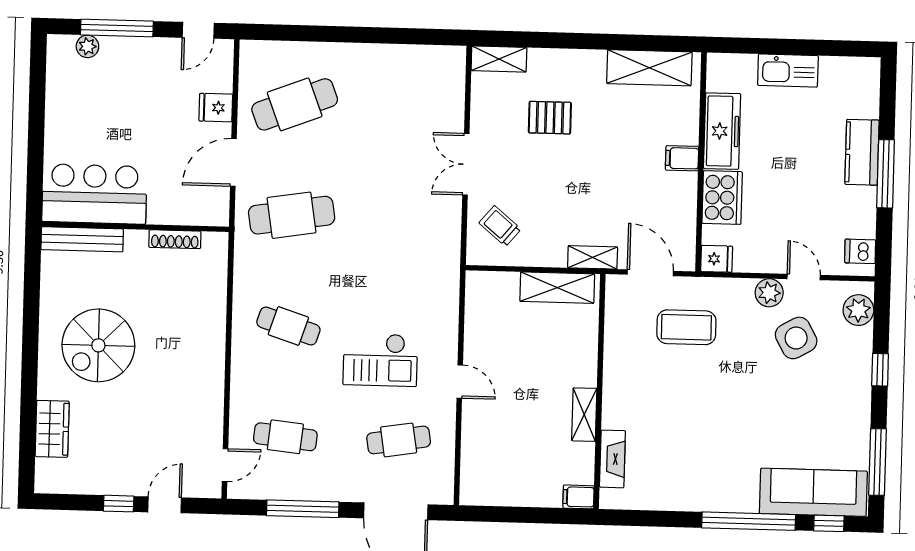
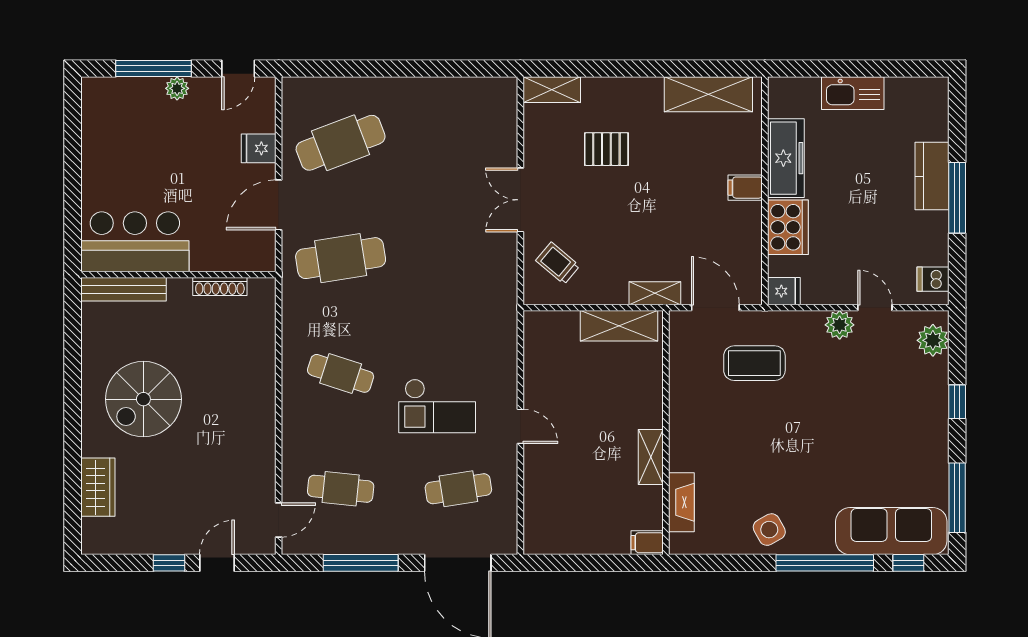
plant: (87, 46) -> (177, 88), moved
side table: (796, 338) -> (769, 530), moved, width x0.73, depth x0.73

